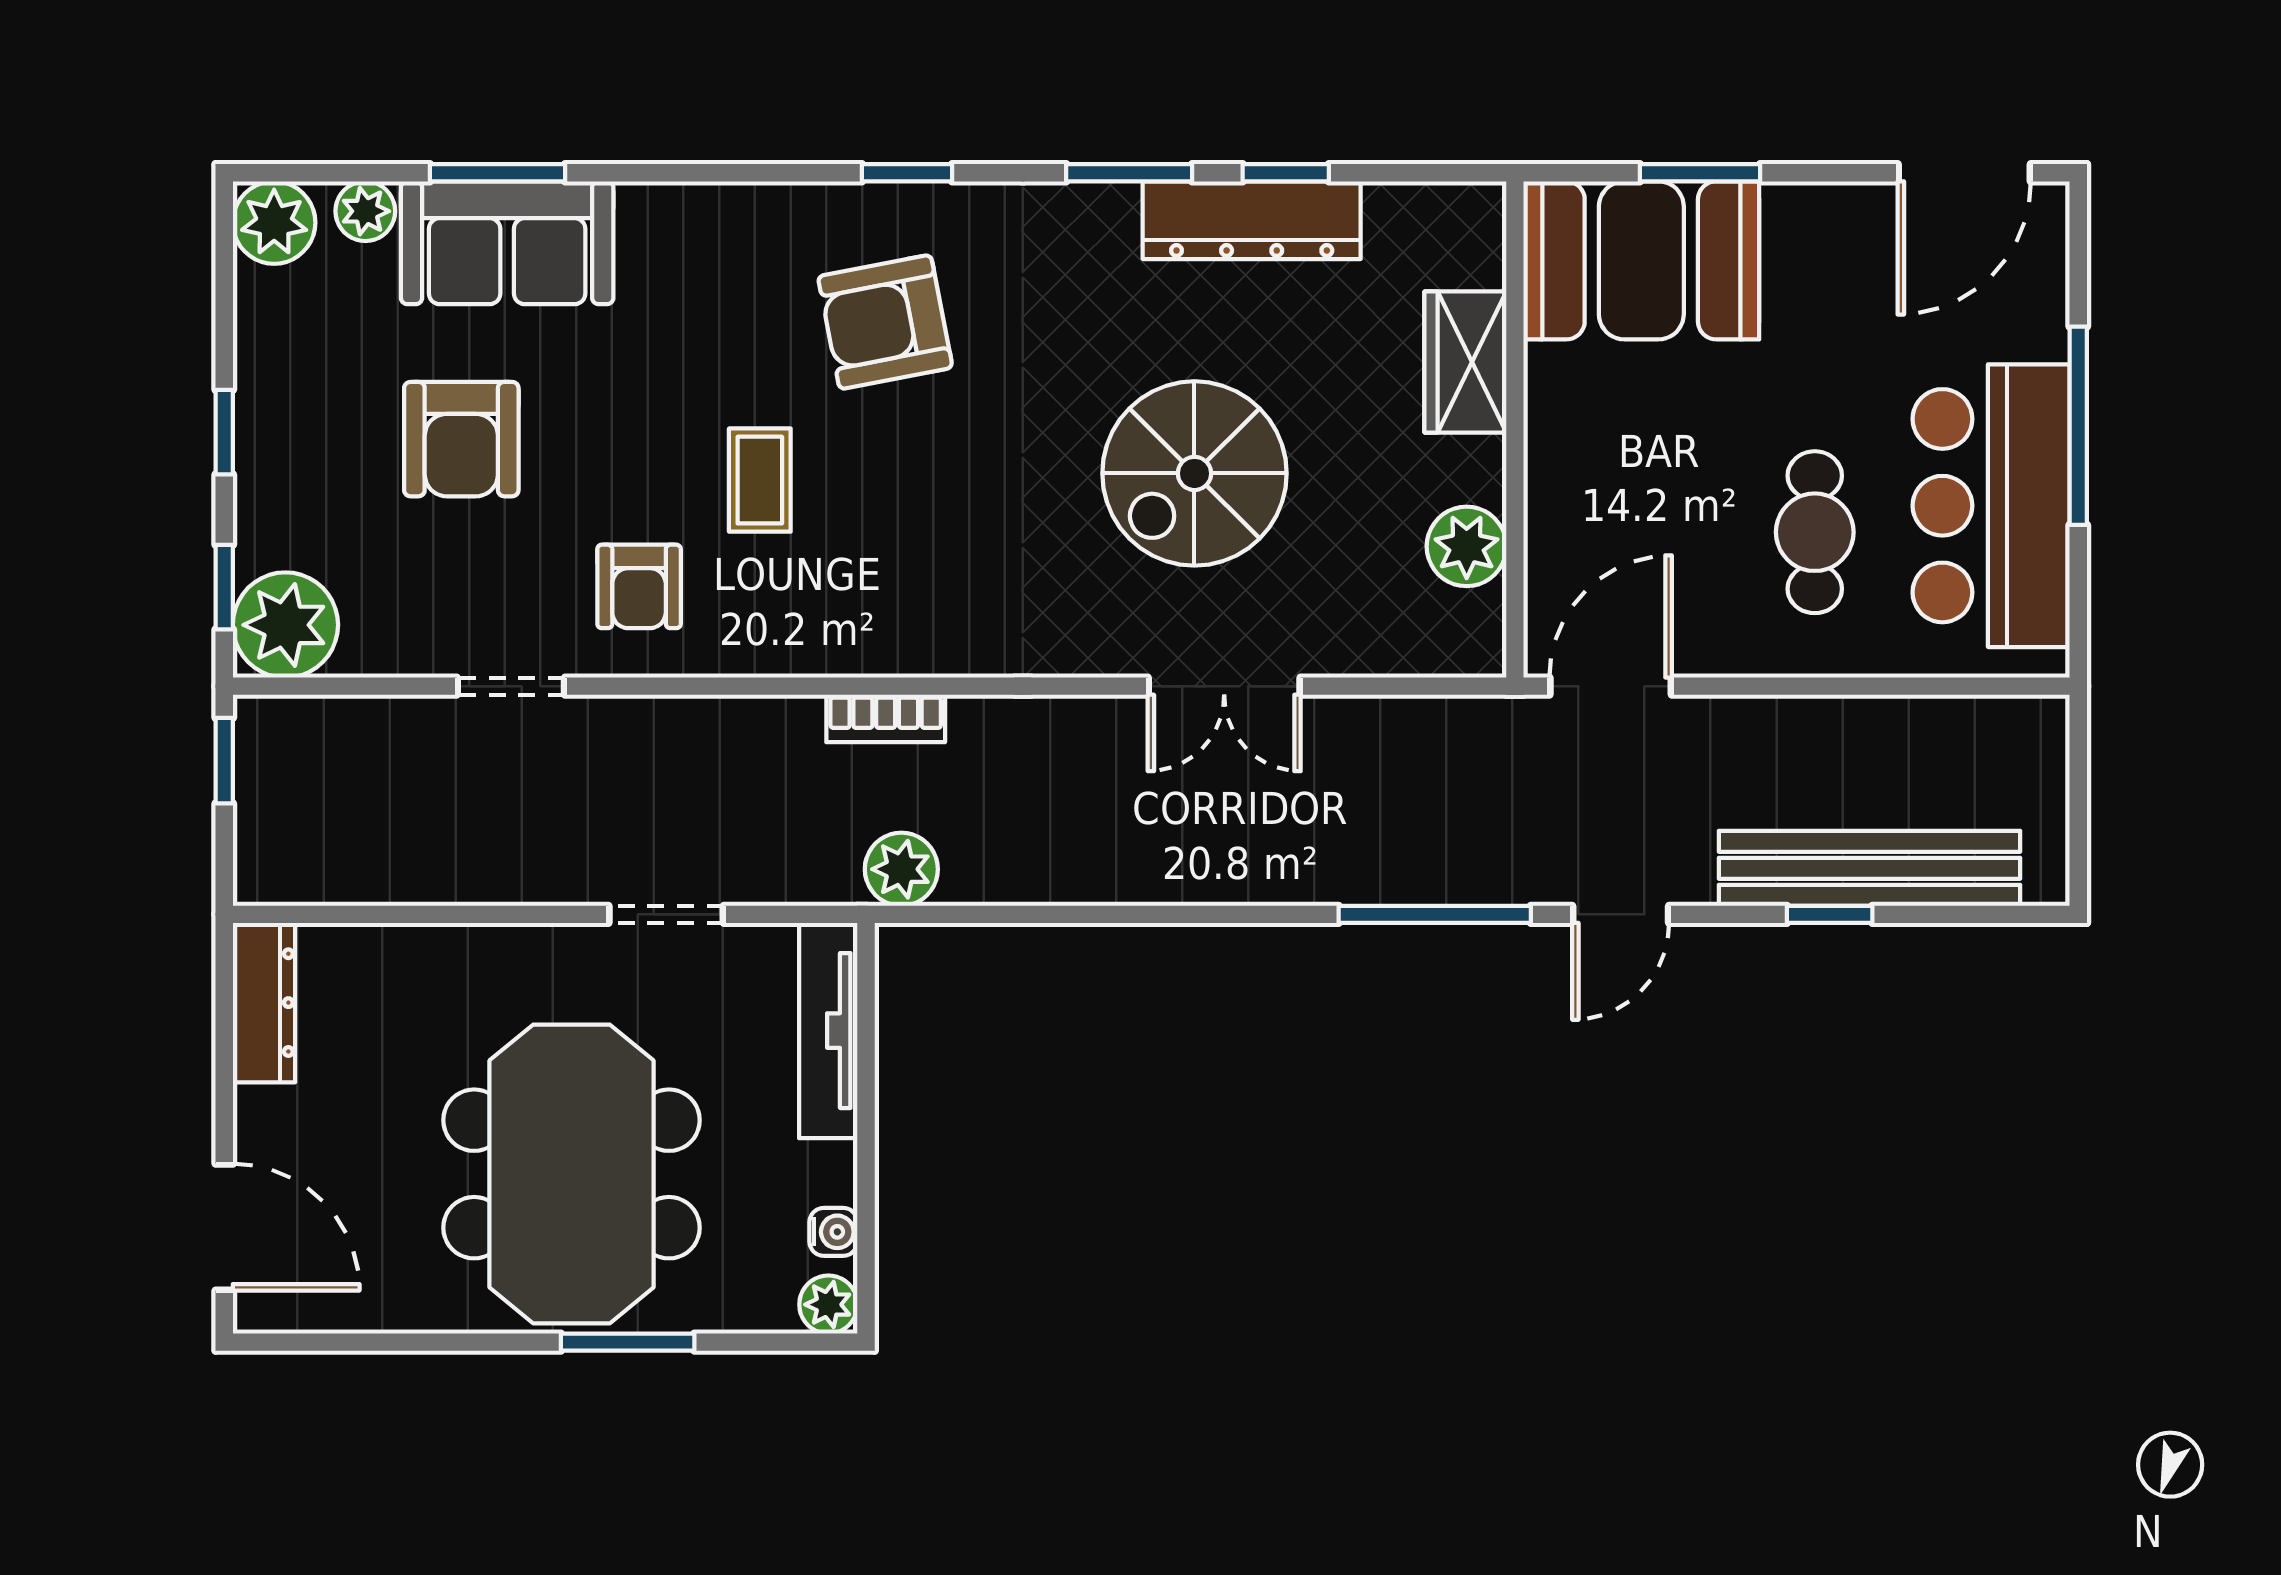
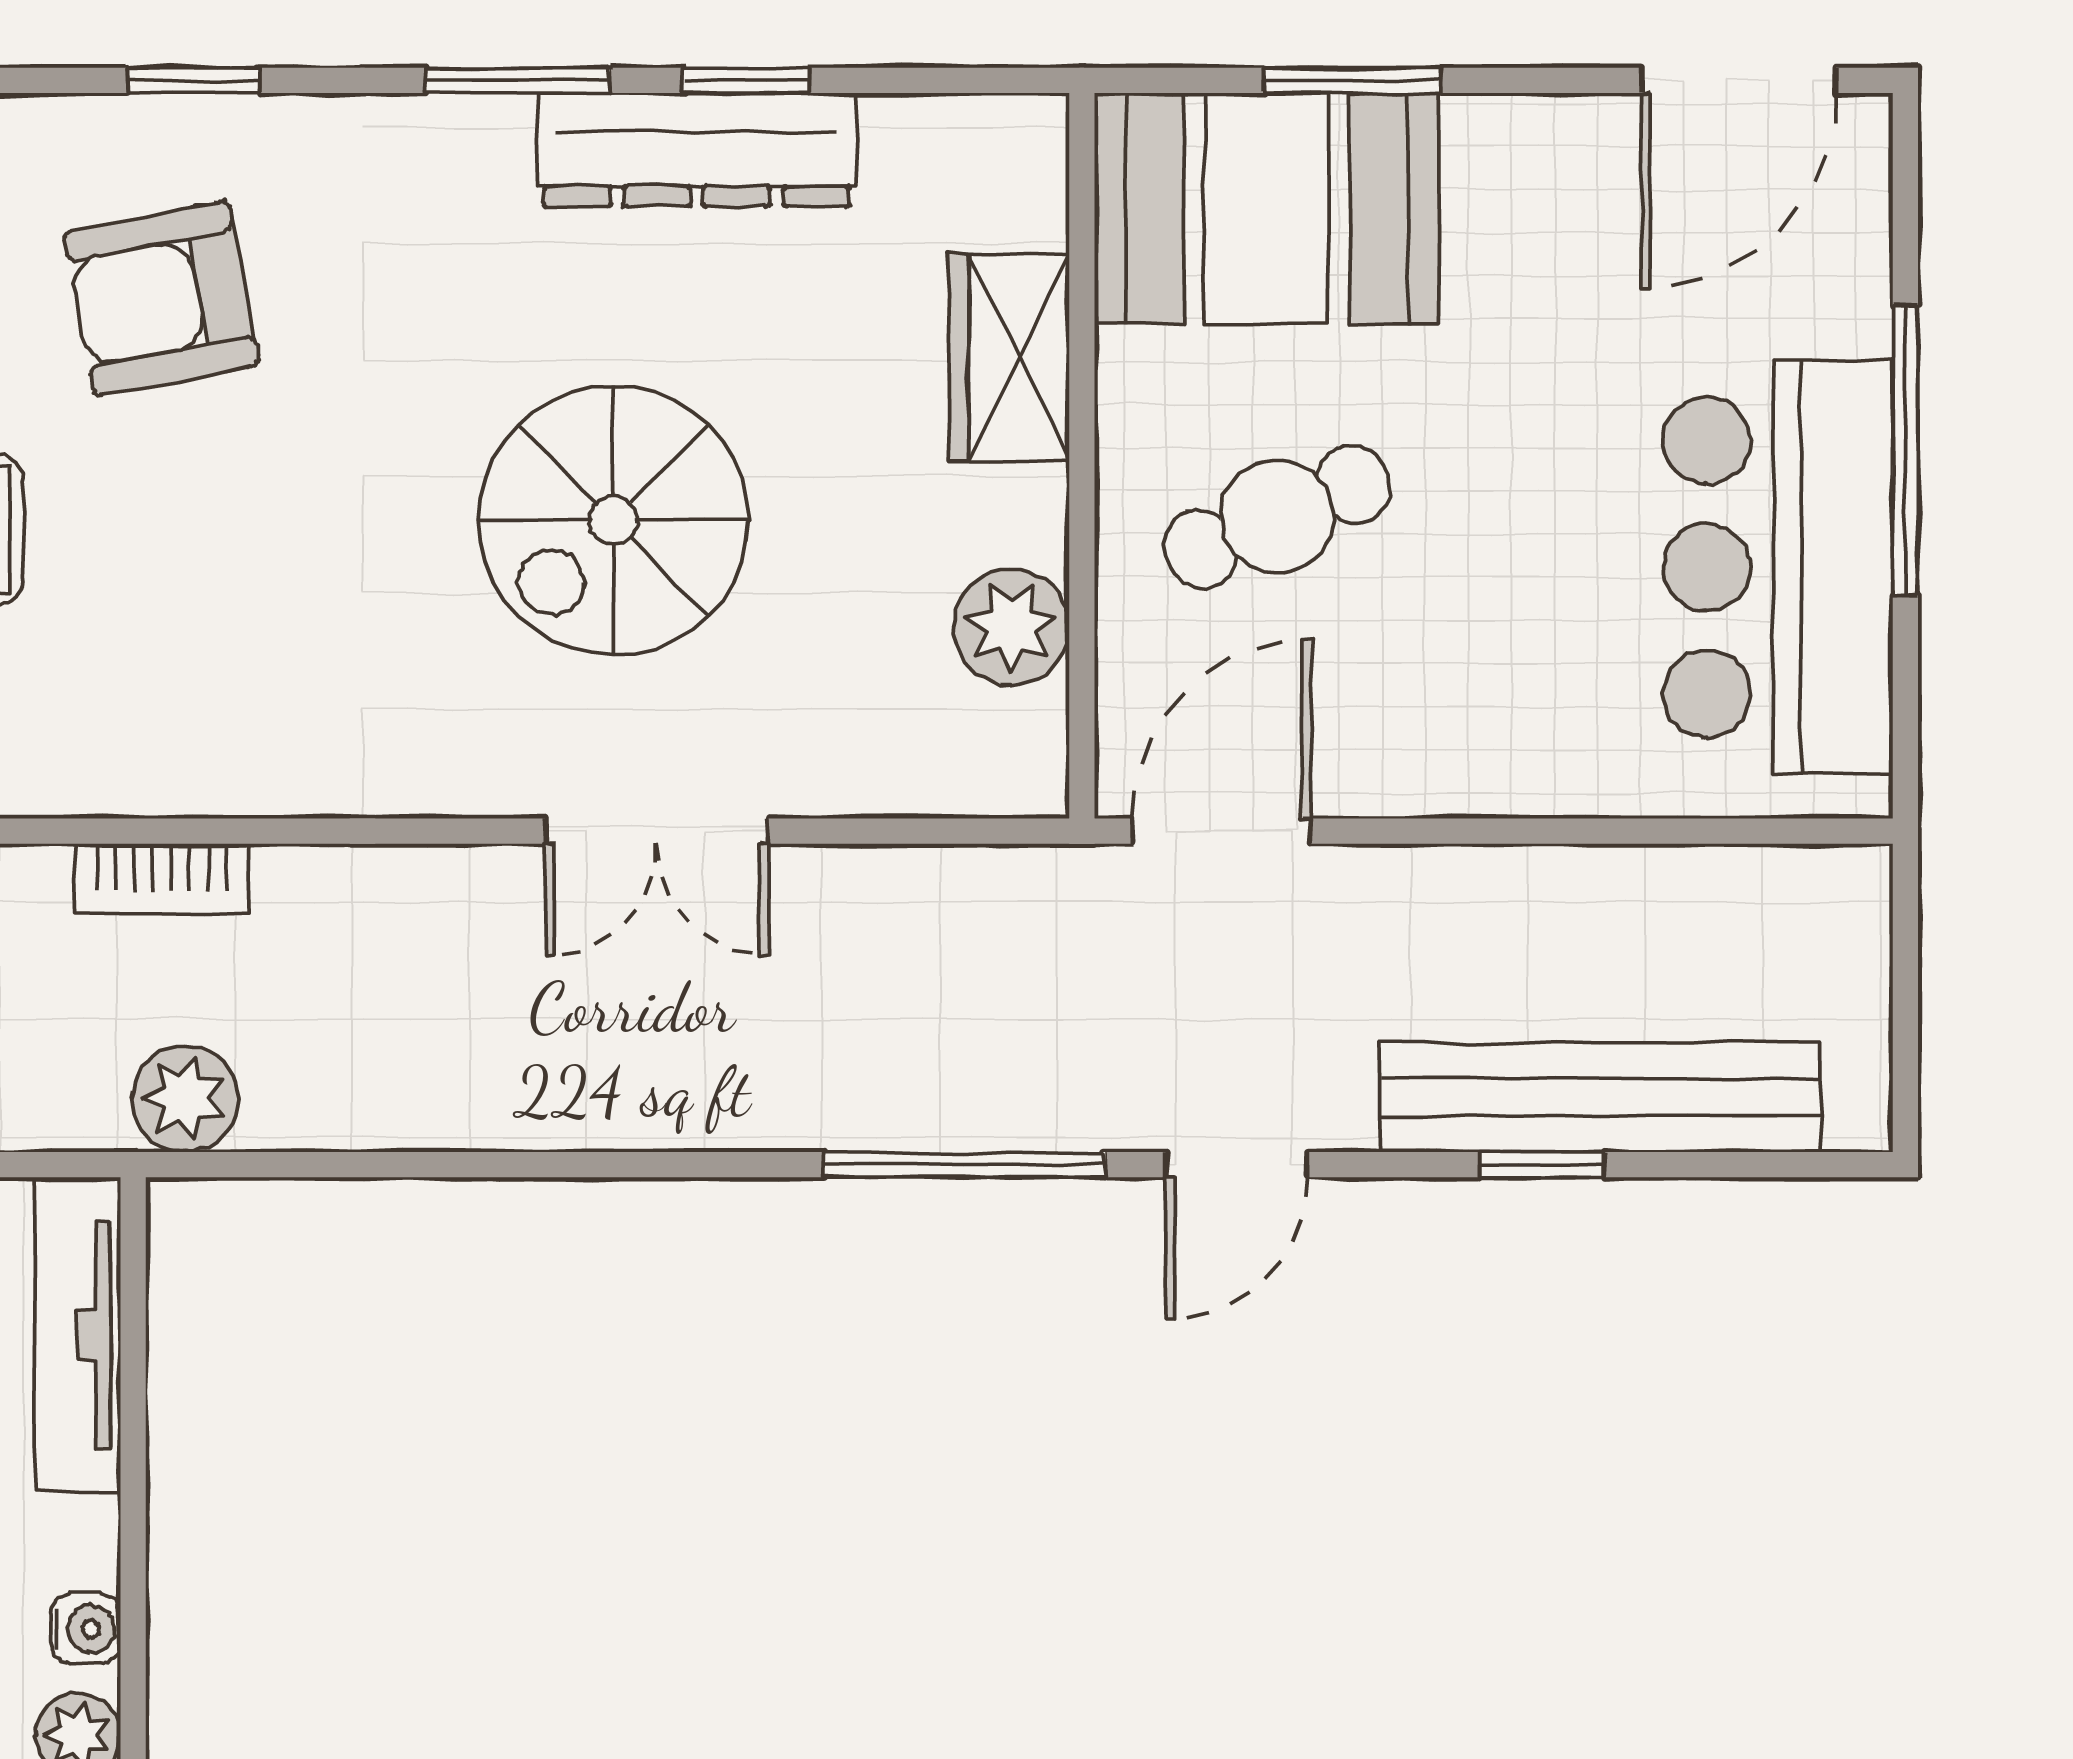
cafe table: (1815, 532) -> (1277, 517), moved, turned 67

